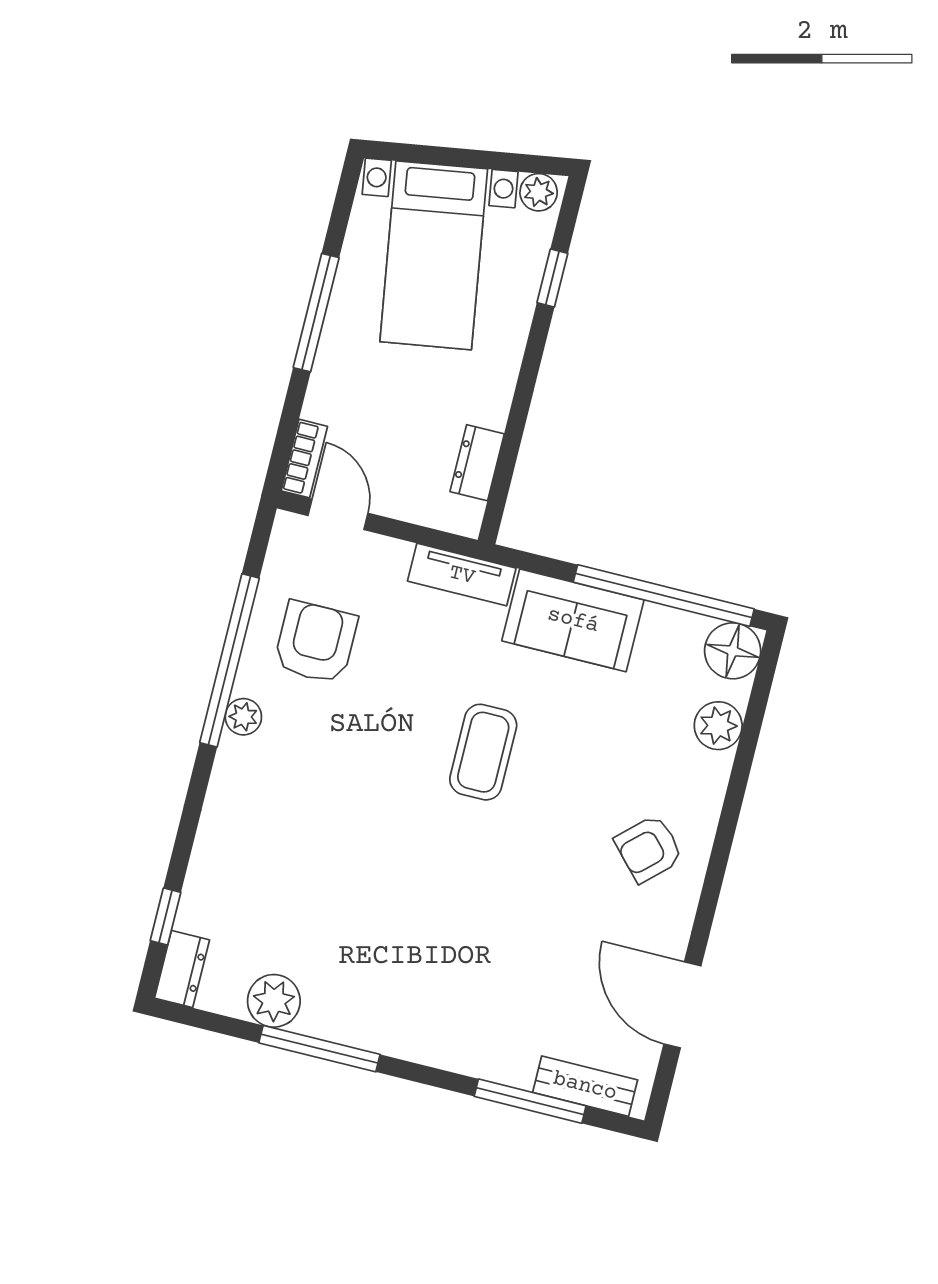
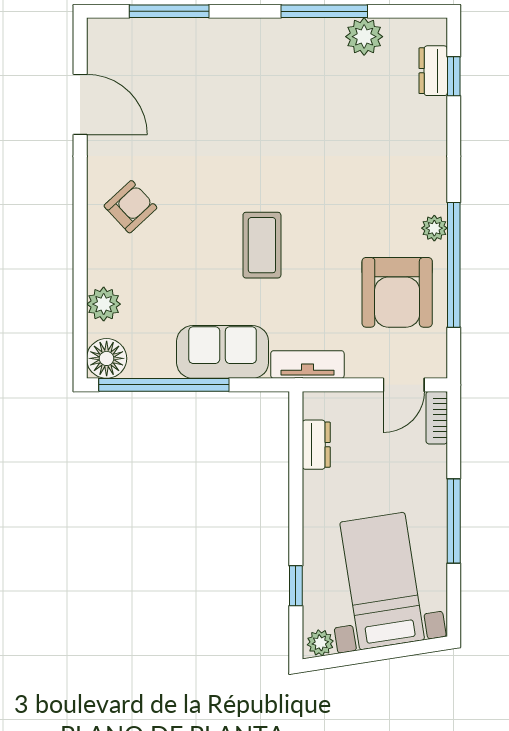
door: (338, 514) -> (404, 385), hinge flipped
armchair: (316, 642) -> (397, 292), width x1.36, depth x1.36
dresser: (182, 969) -> (433, 71), moved
bench: (585, 1086) -> (134, 31), removed

